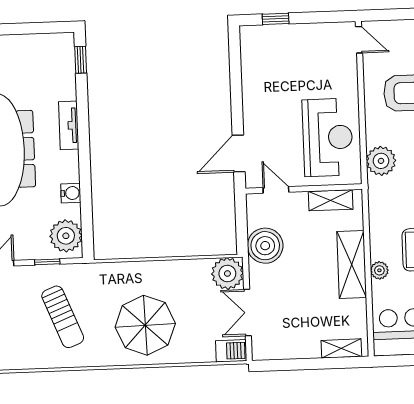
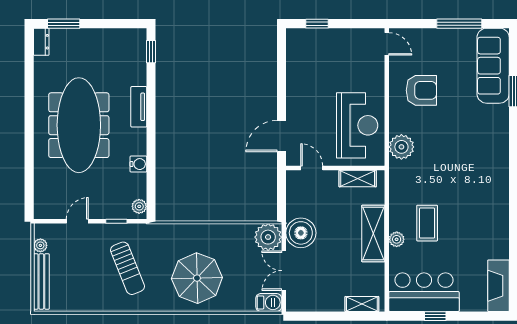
plant: (66, 236) -> (139, 206), width x0.53, depth x0.53
boiler: (265, 246) -> (301, 233), moved

